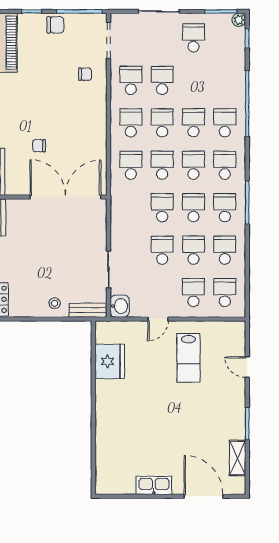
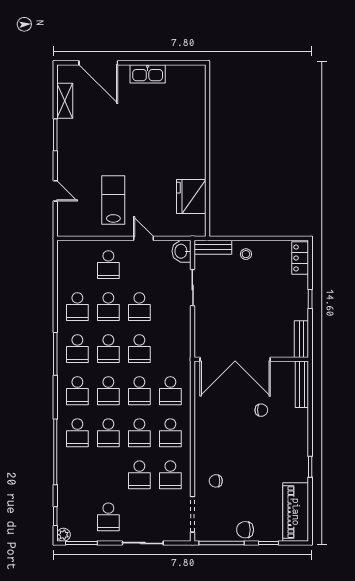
school desk: (225, 293) -> (77, 265), removed
door: (158, 319) -> (144, 238), hinge flipped

